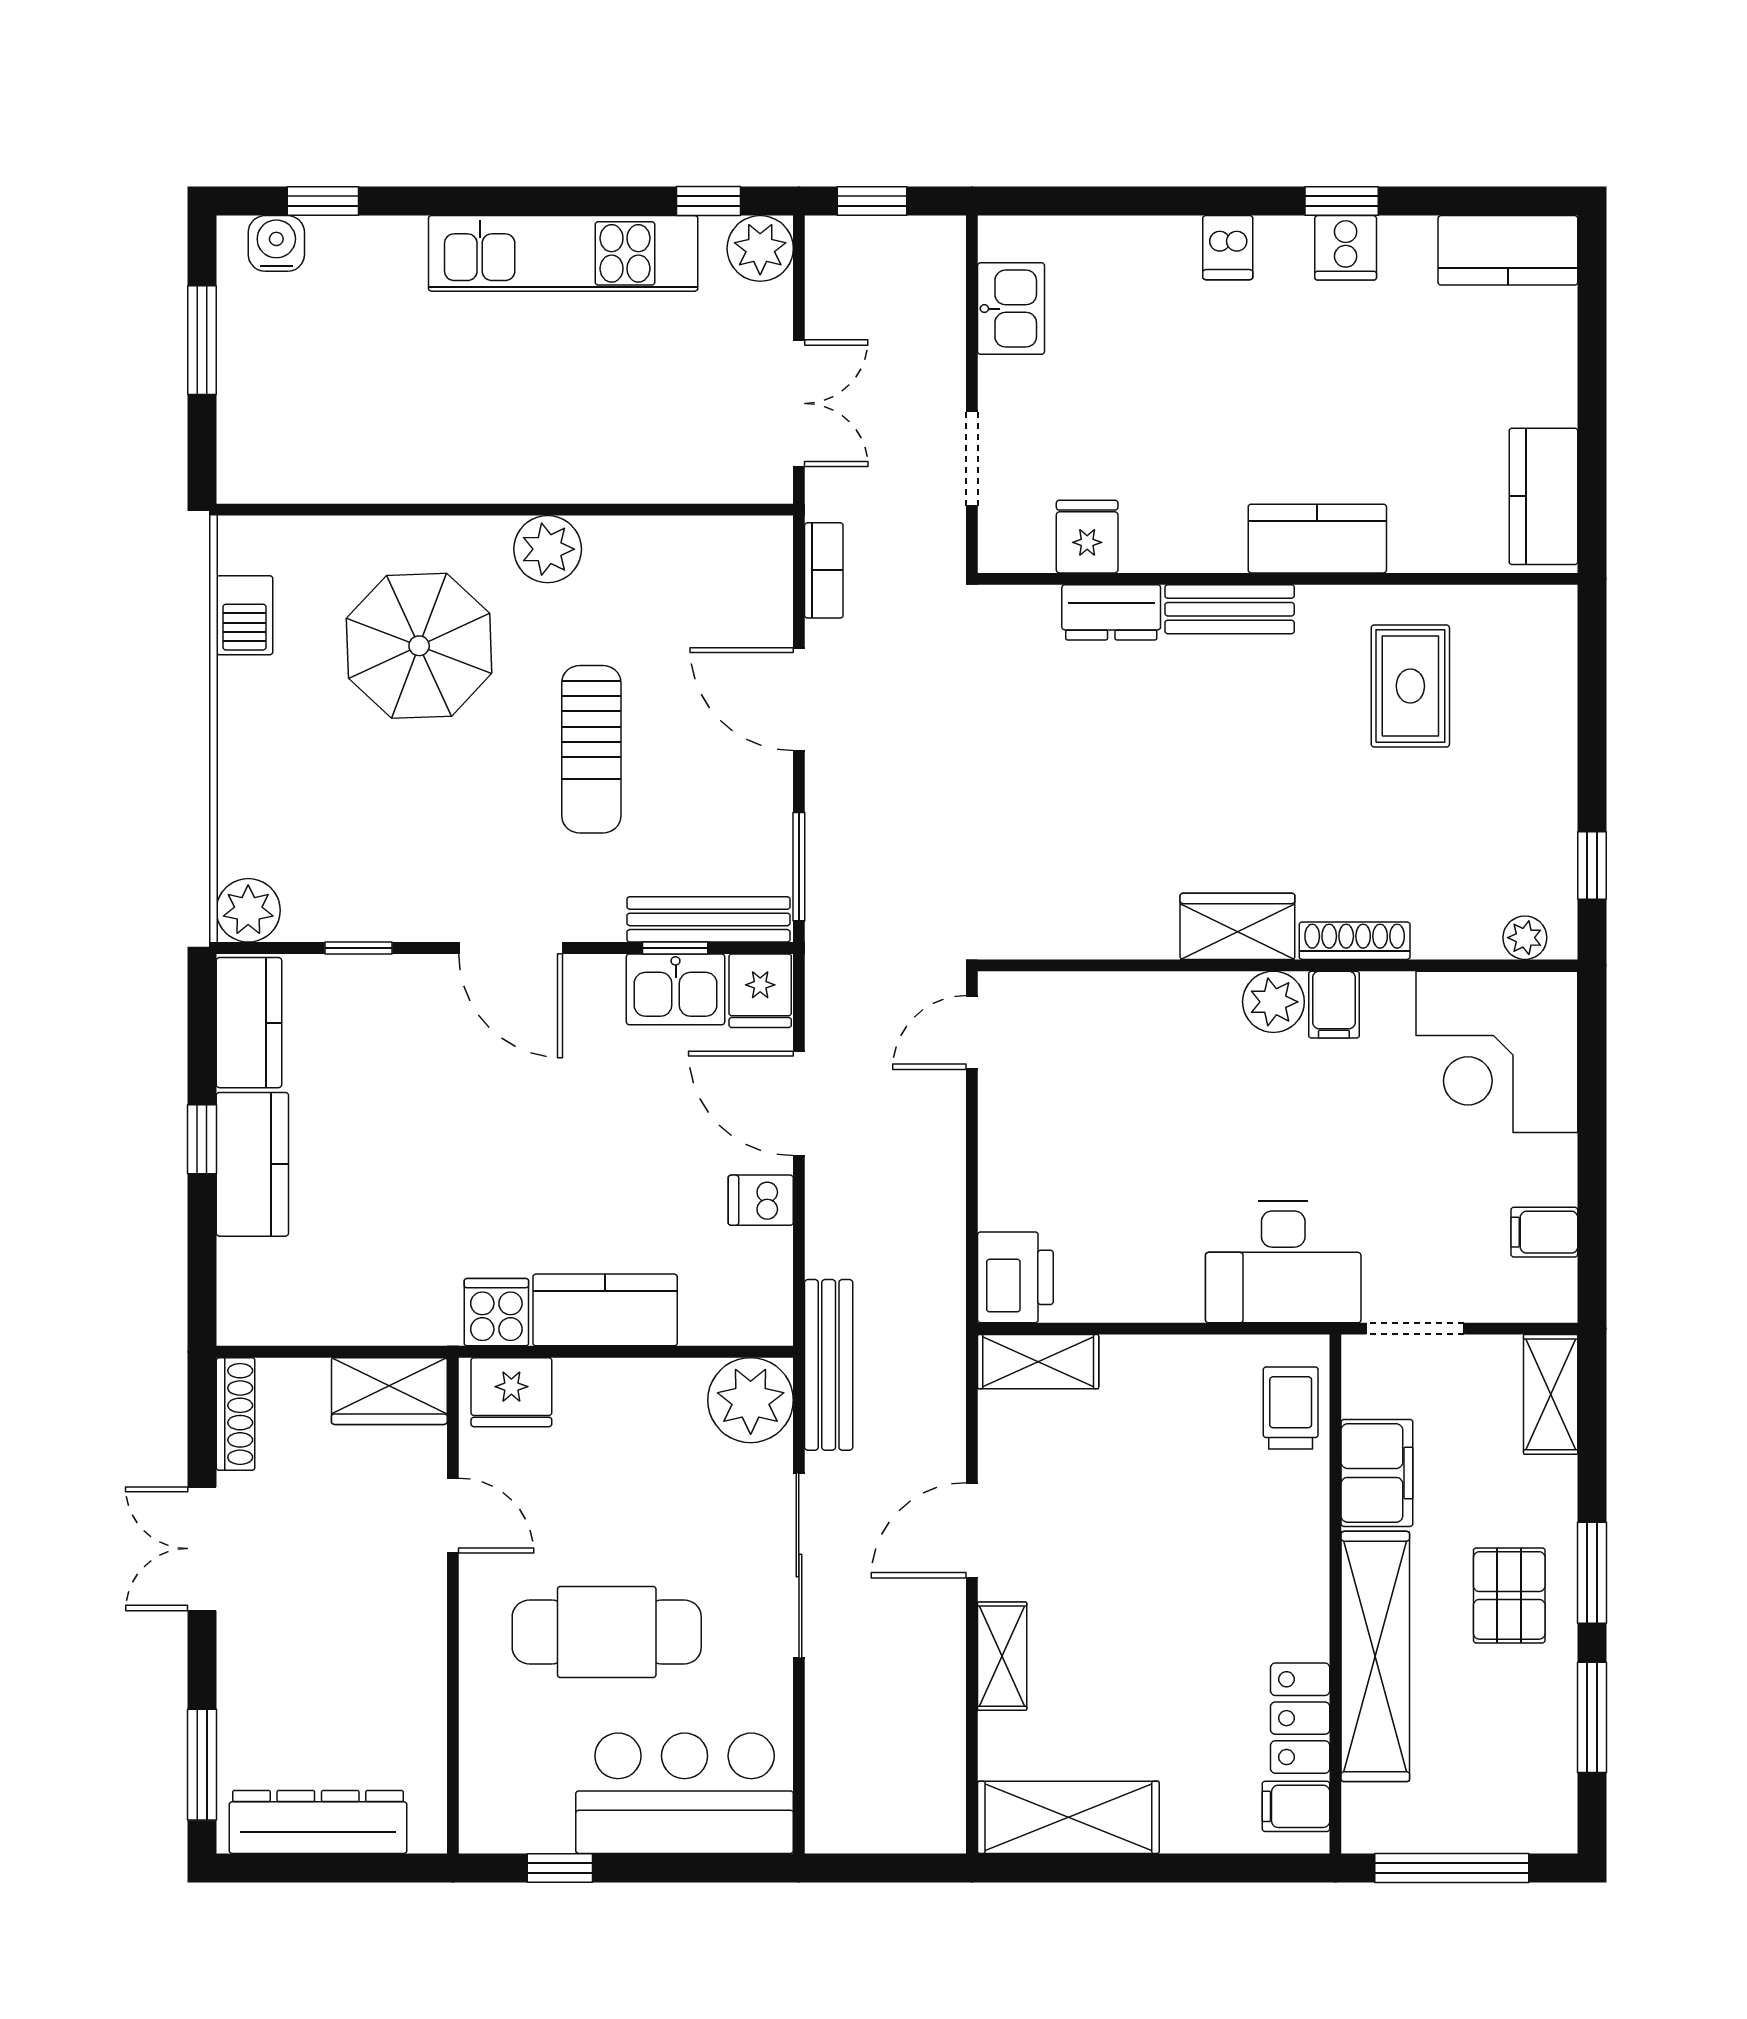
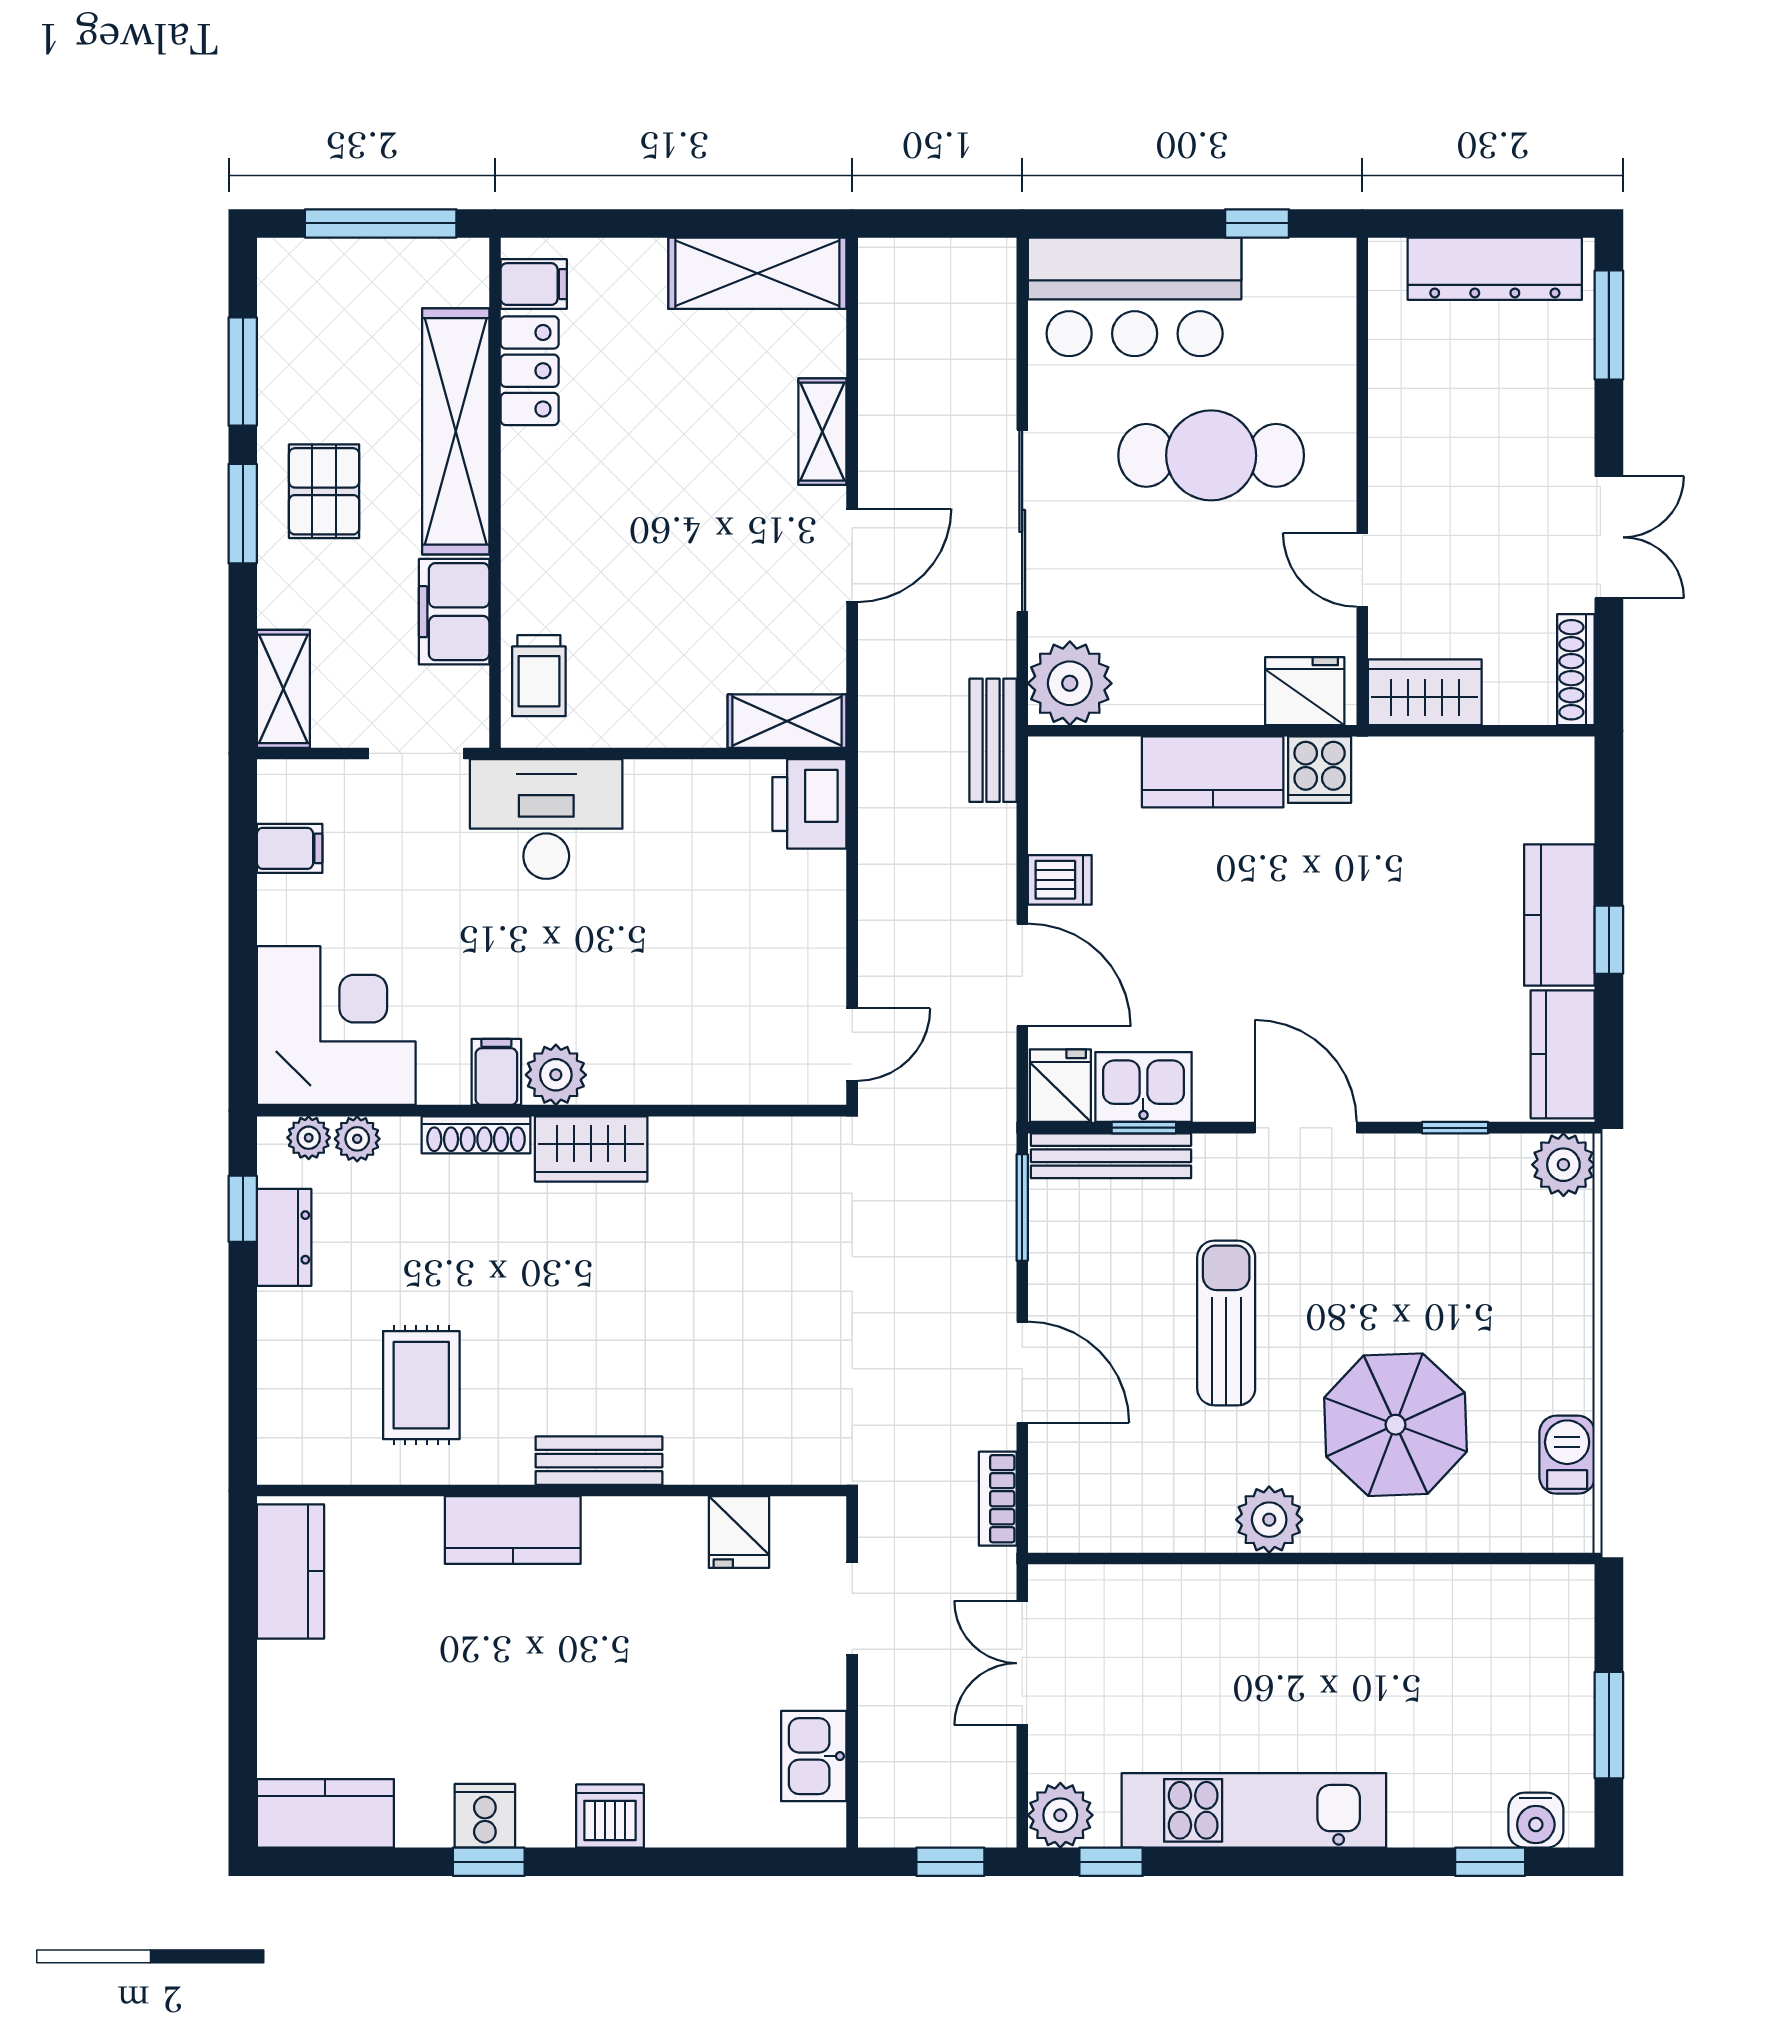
dishwasher: (1228, 248) -> (610, 1816), width x1.38
dresser: (1111, 612) -> (284, 1237), moved, turned 90
plant: (1476, 937) -> (357, 1139), added
bench: (829, 1365) -> (993, 740), width x0.73

